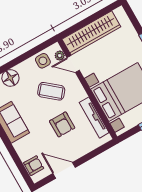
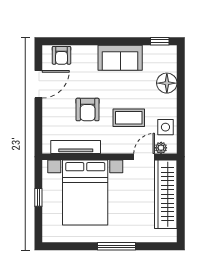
coffee table: (51, 91) -> (129, 118), turned 50
armchair: (62, 124) -> (88, 110), turned -90

